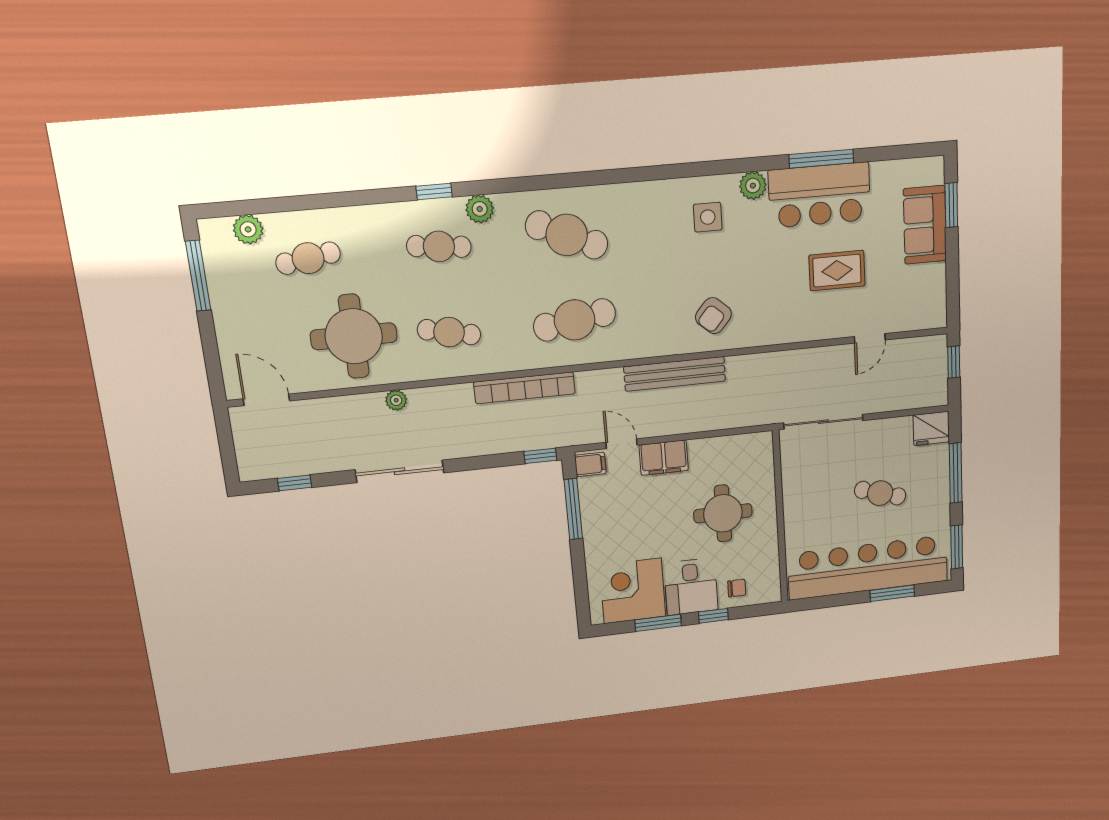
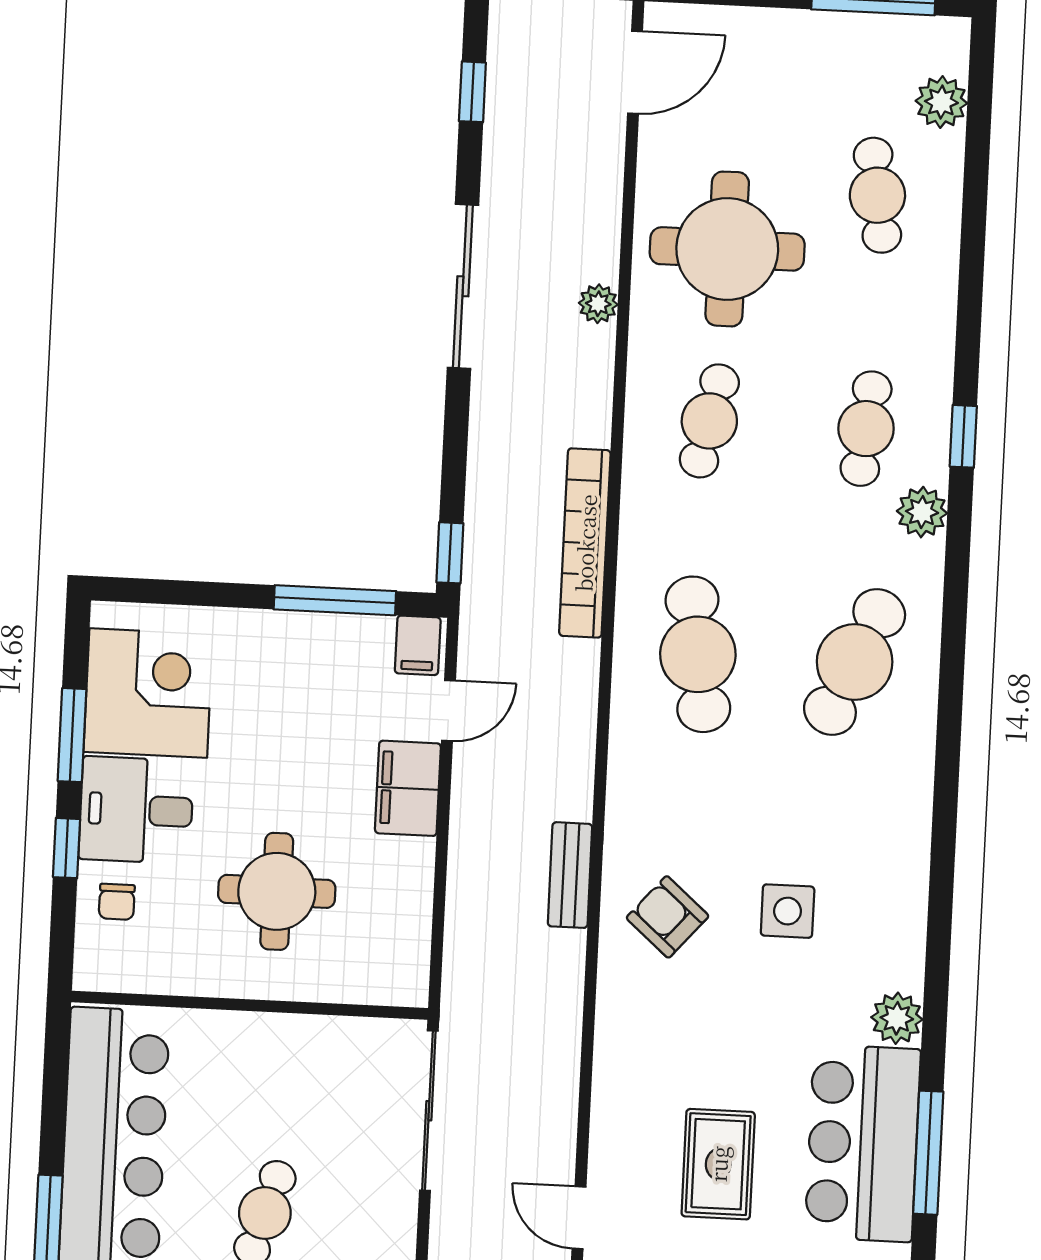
side table: (708, 217) -> (788, 911), moved
bench: (675, 374) -> (570, 875), width x0.54, depth x0.82

